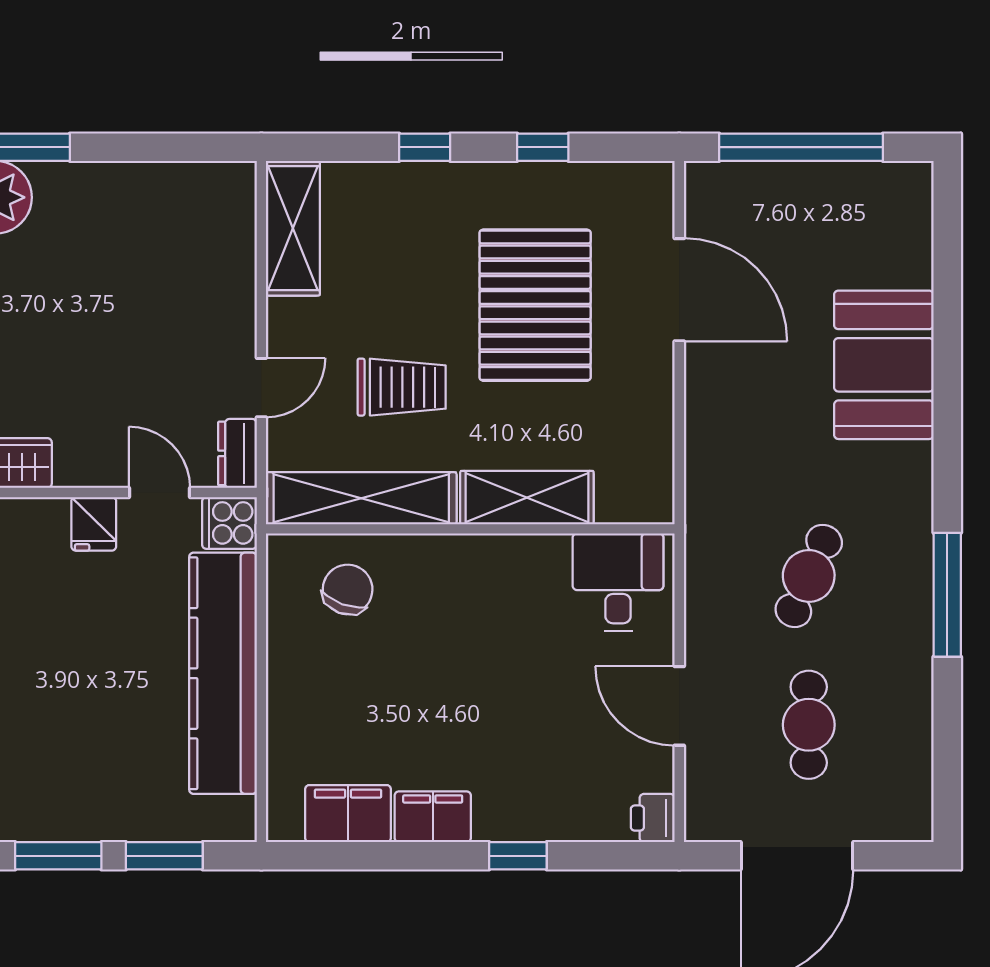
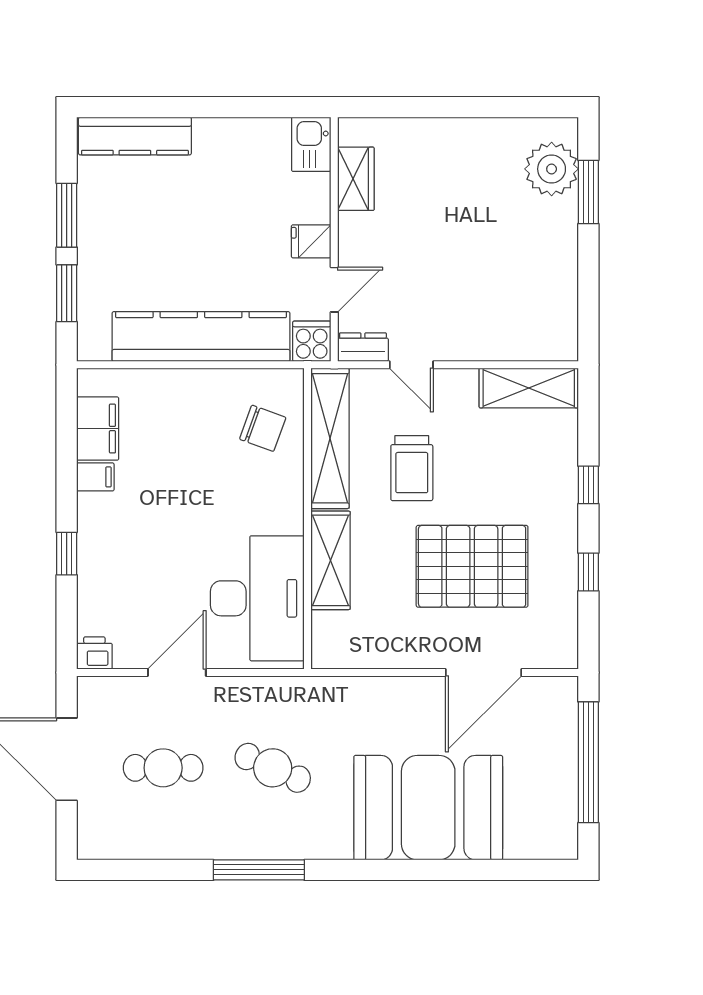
booth: (884, 365) -> (428, 808), width x1.36, depth x1.42
desk: (618, 582) -> (257, 598), width x1.87, depth x1.30
filing cabinet: (433, 817) -> (95, 477), width x0.50

